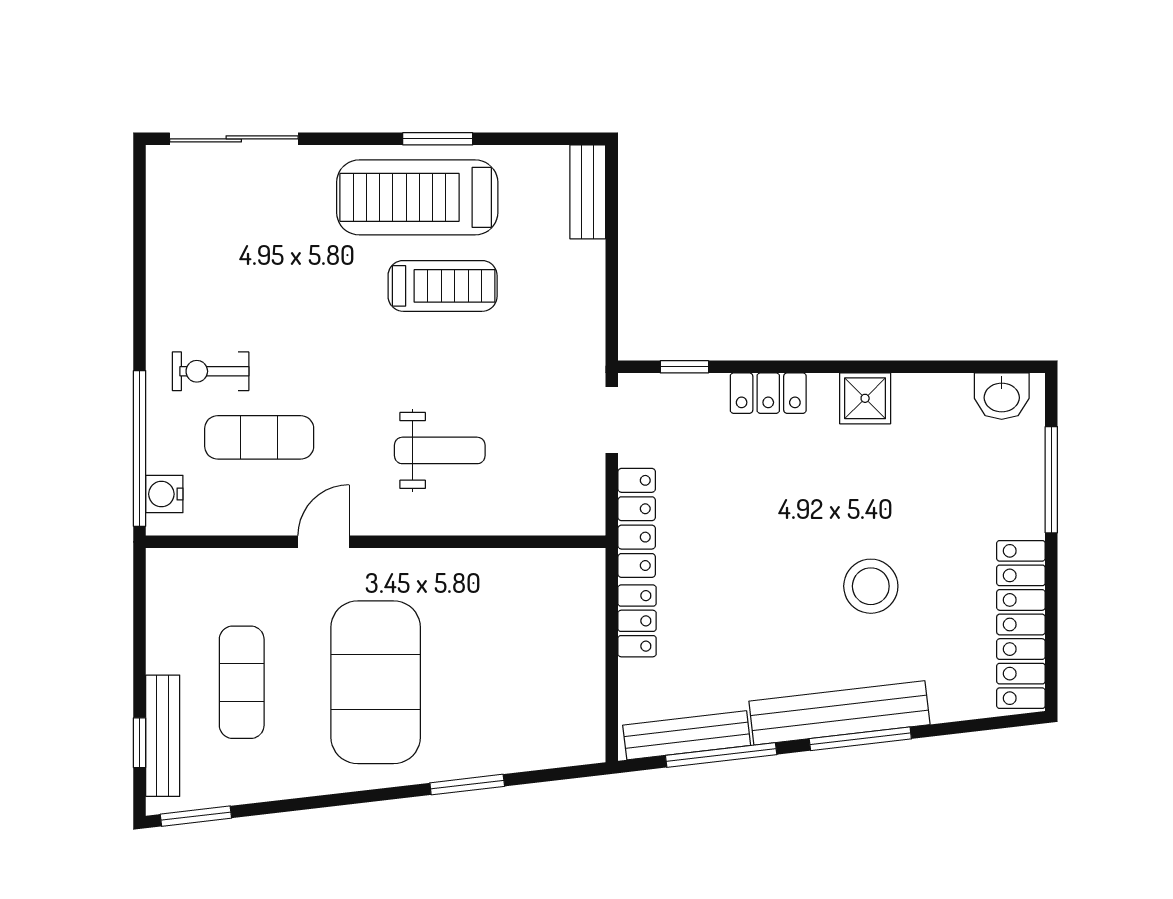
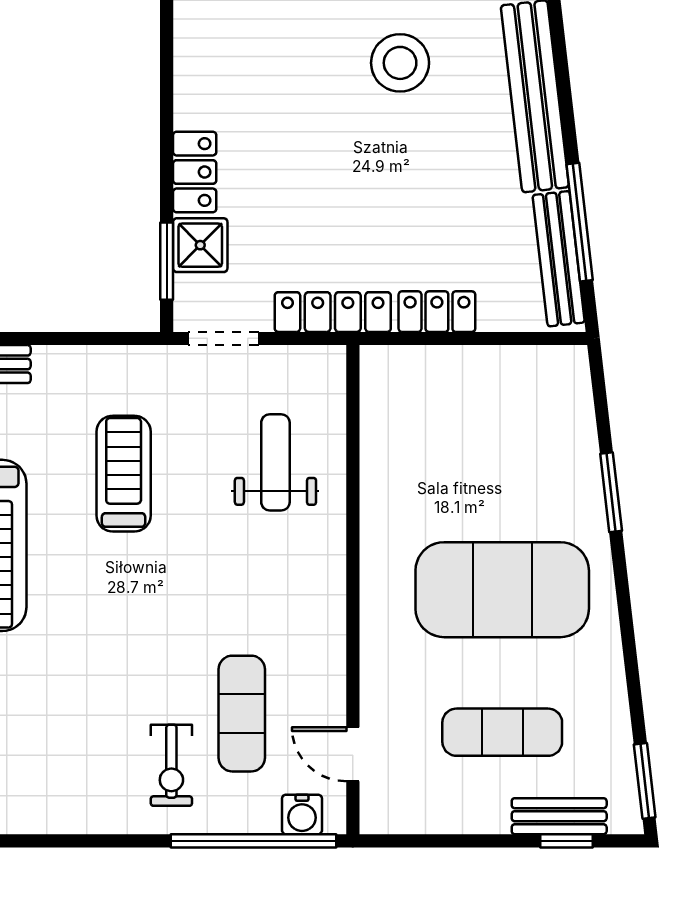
treadmill: (443, 286) -> (124, 474), moved
window: (684, 367) -> (167, 261), width x1.50
shower: (865, 398) -> (200, 245), moved
weight bench: (440, 450) -> (275, 462), moved
door: (324, 542) -> (353, 754), moved
bench: (163, 736) -> (559, 816), width x0.73
window: (860, 739) -> (562, 74), removed

